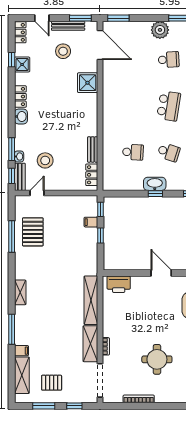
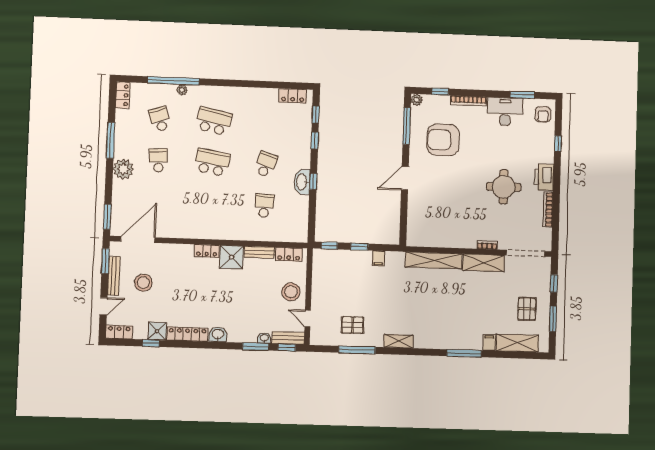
shower: (88, 83) -> (232, 257), moved
locker: (20, 97) -> (187, 334), width x1.53
locker: (92, 104) -> (207, 251), added
stool: (45, 160) -> (291, 292), moved
filing cabinet: (91, 222) -> (378, 258), moved
pallet: (33, 232) -> (353, 325), width x0.67, depth x0.71
printer: (119, 284) -> (544, 177), moved, turned 180
shelving: (20, 292) -> (398, 341), moved

